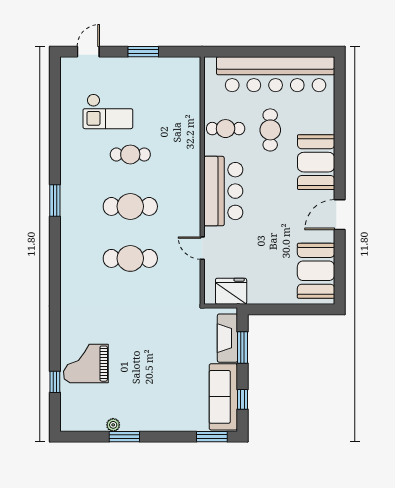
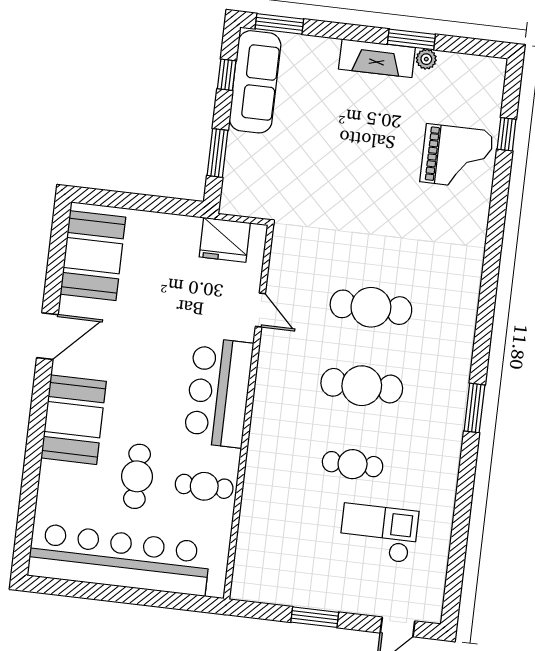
fireplace: (227, 338) -> (377, 58), moved, turned 90

